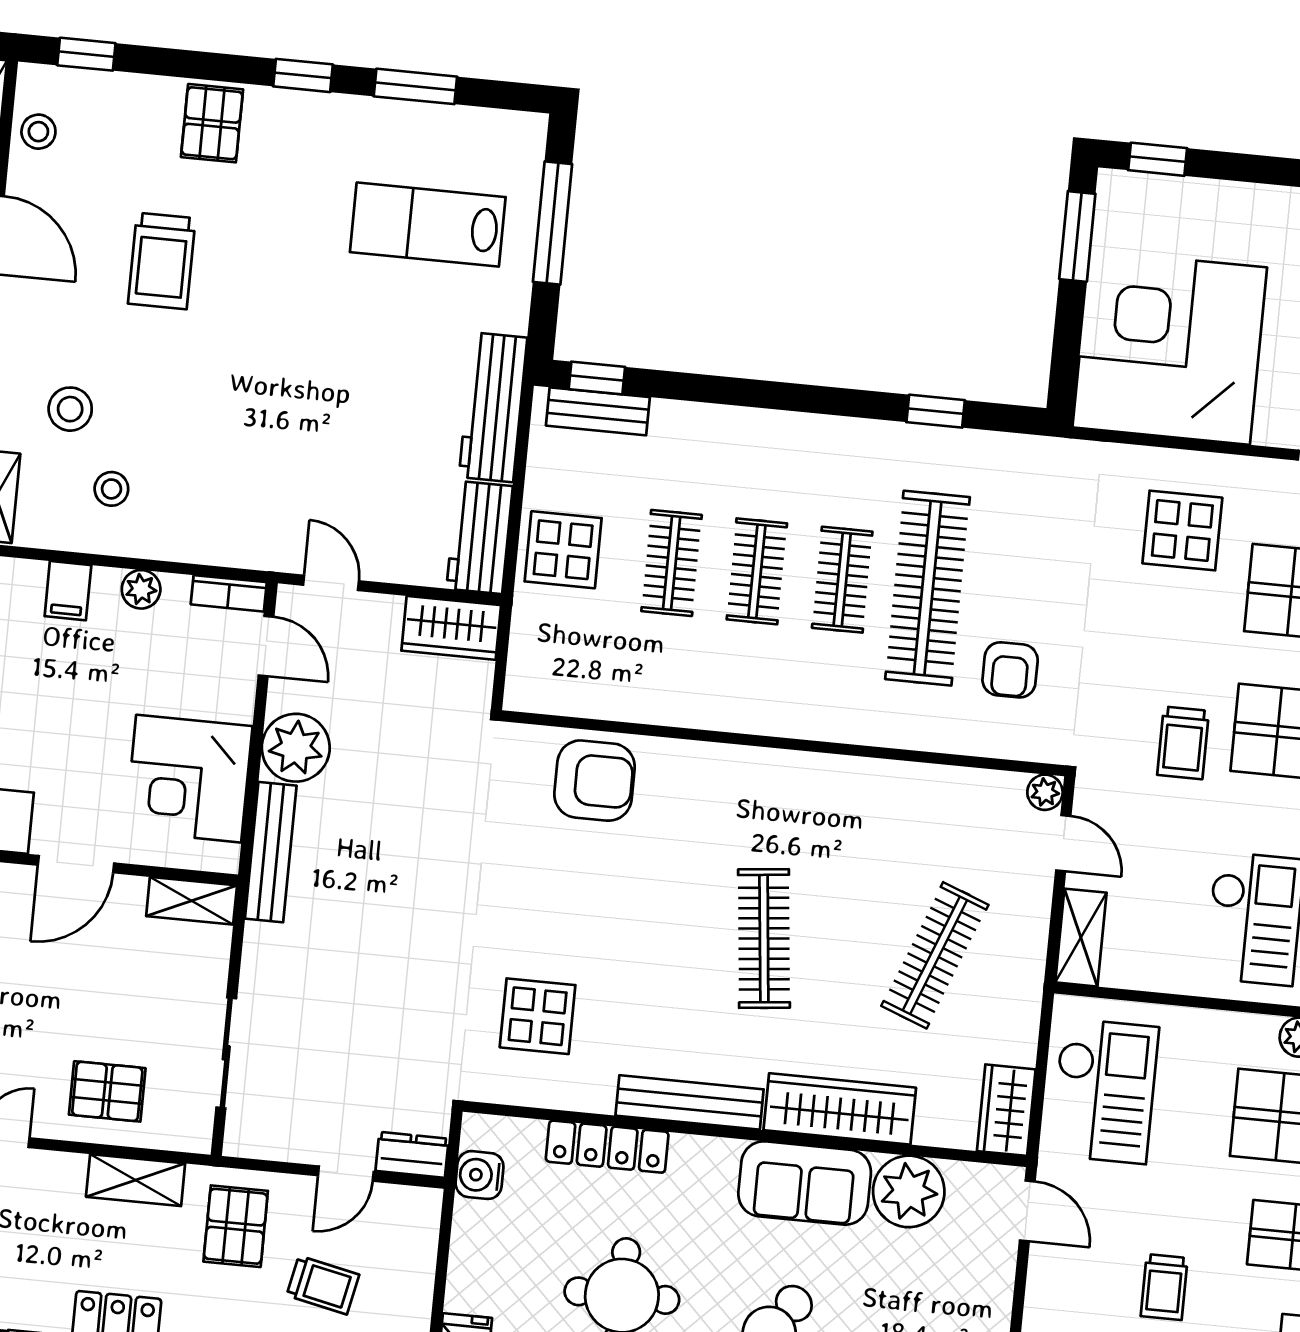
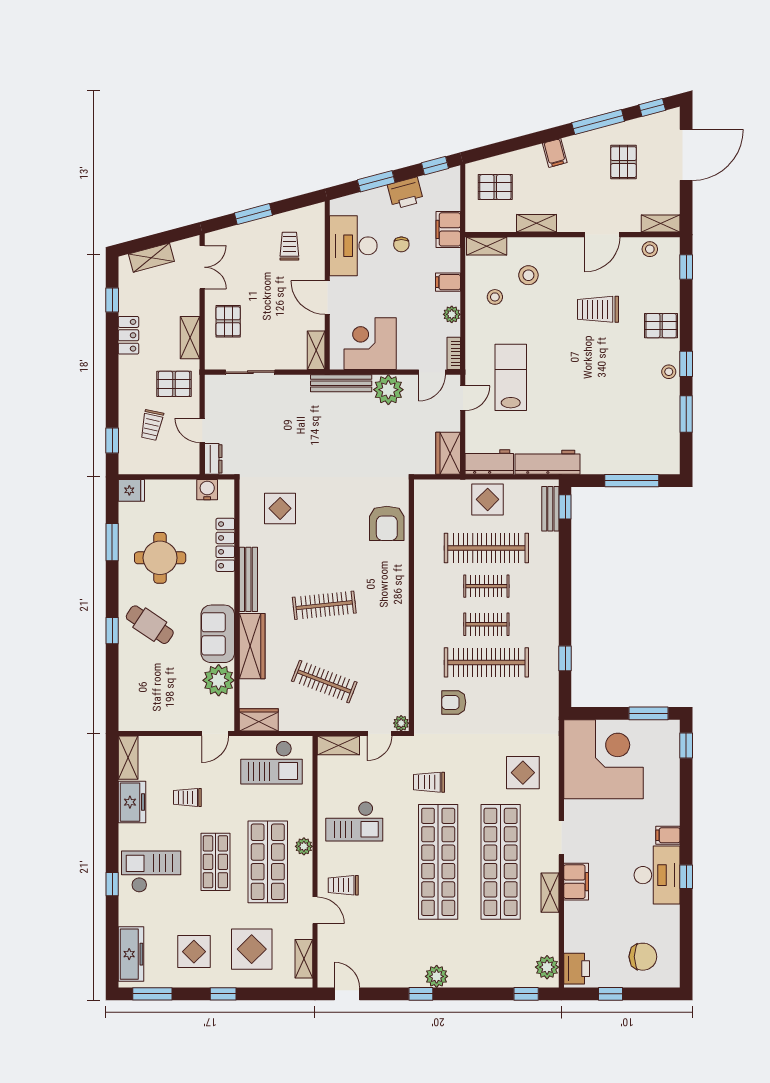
stool: (317, 116) -> (669, 372), added
lab bench: (428, 225) -> (511, 377), moved
clothes rail: (672, 563) -> (486, 548), width x1.86, depth x1.31

